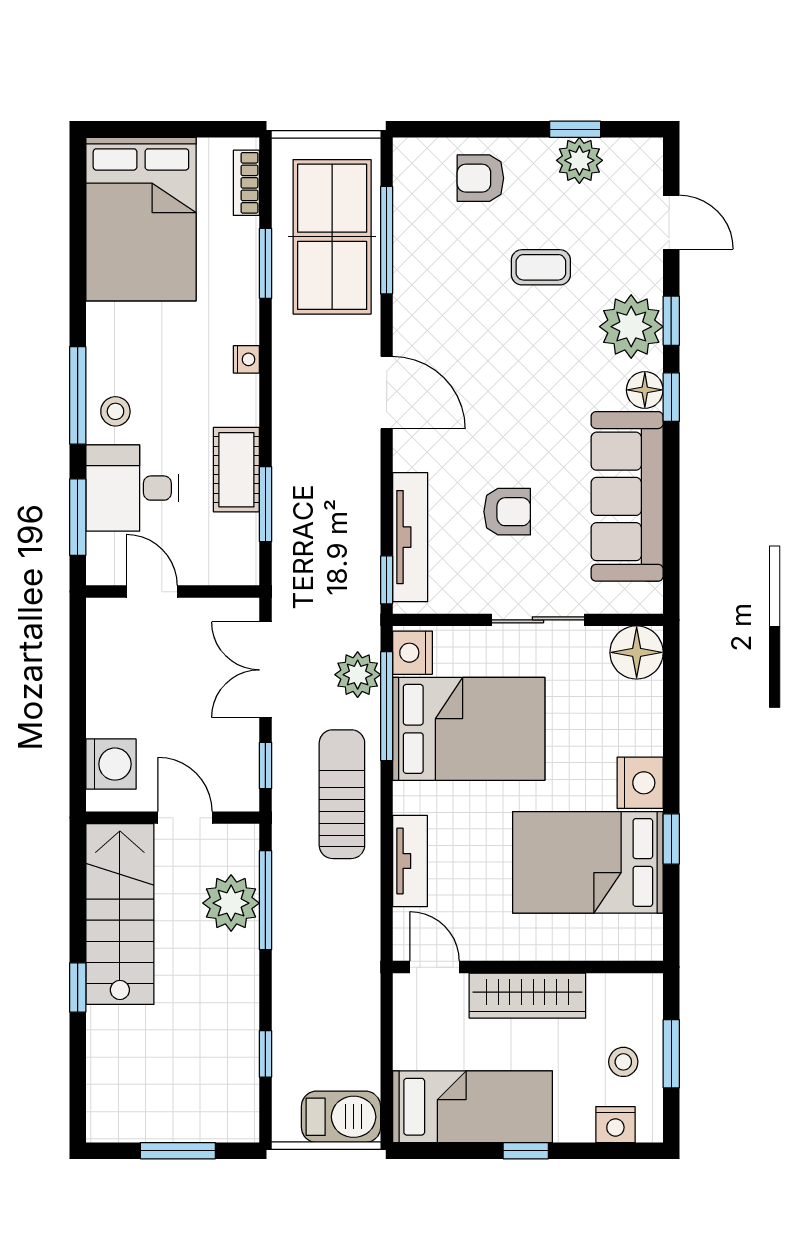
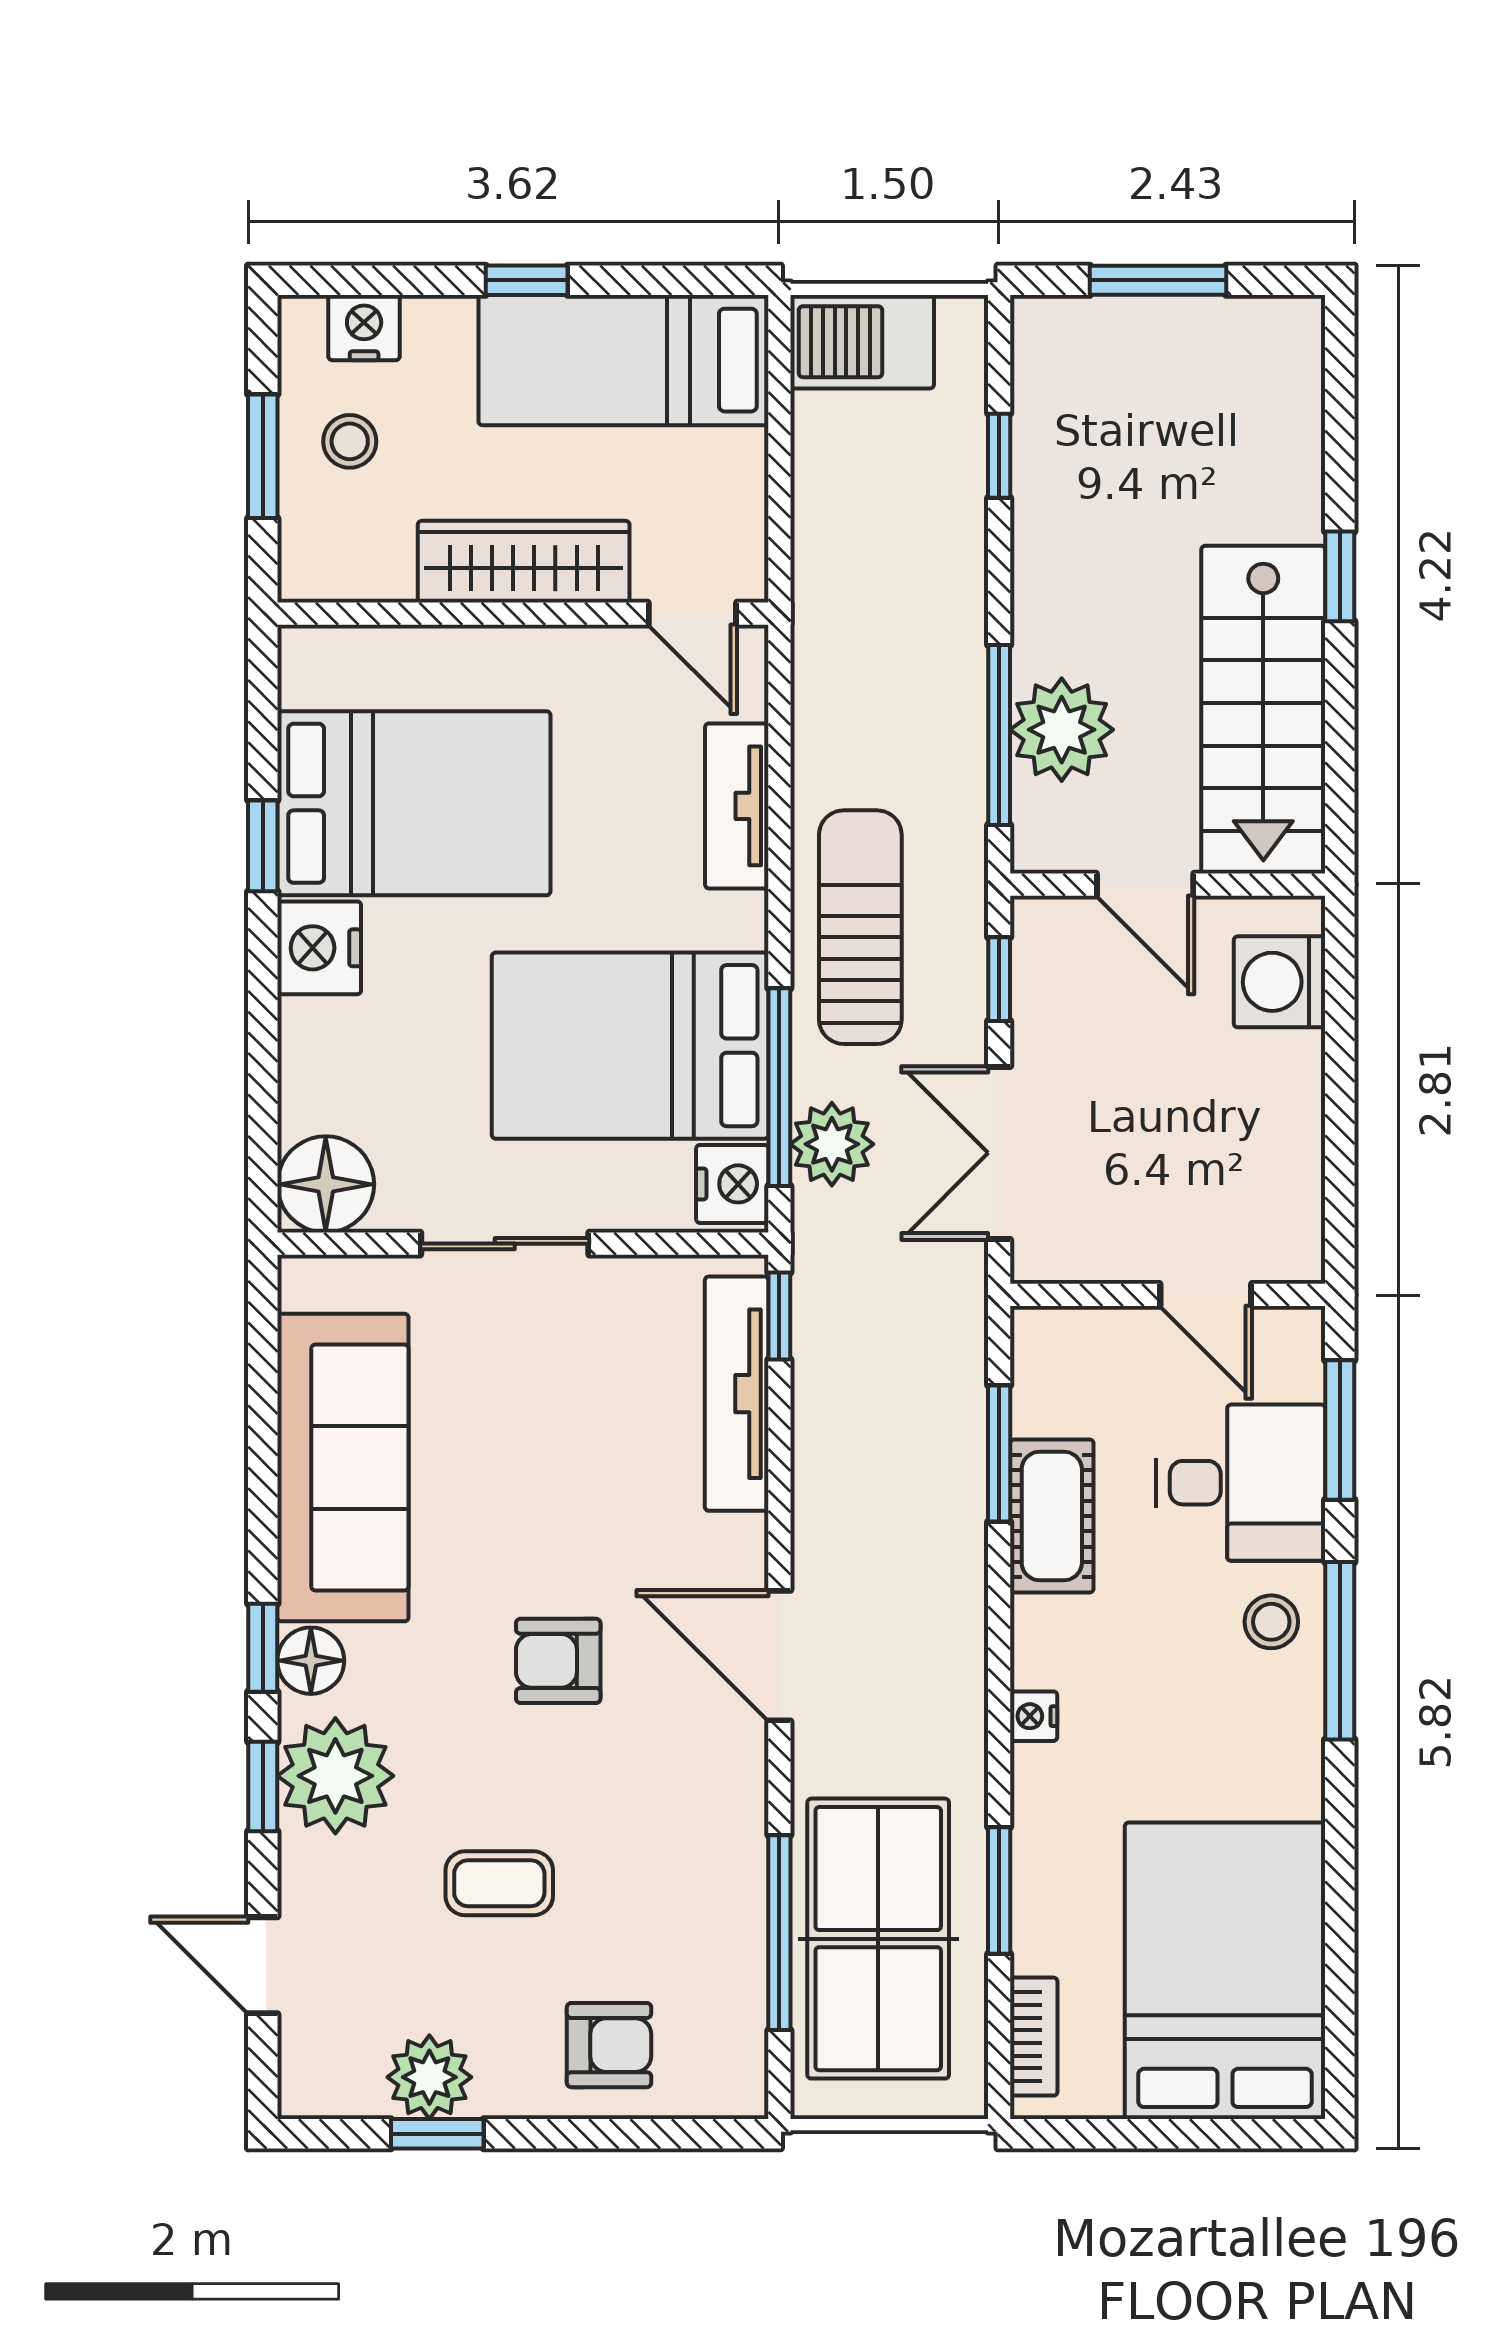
armchair: (507, 512) -> (558, 1661), moved
double door: (265, 670) -> (999, 1153), swing flipped
sun lounger: (342, 794) -> (860, 927), turned 180

